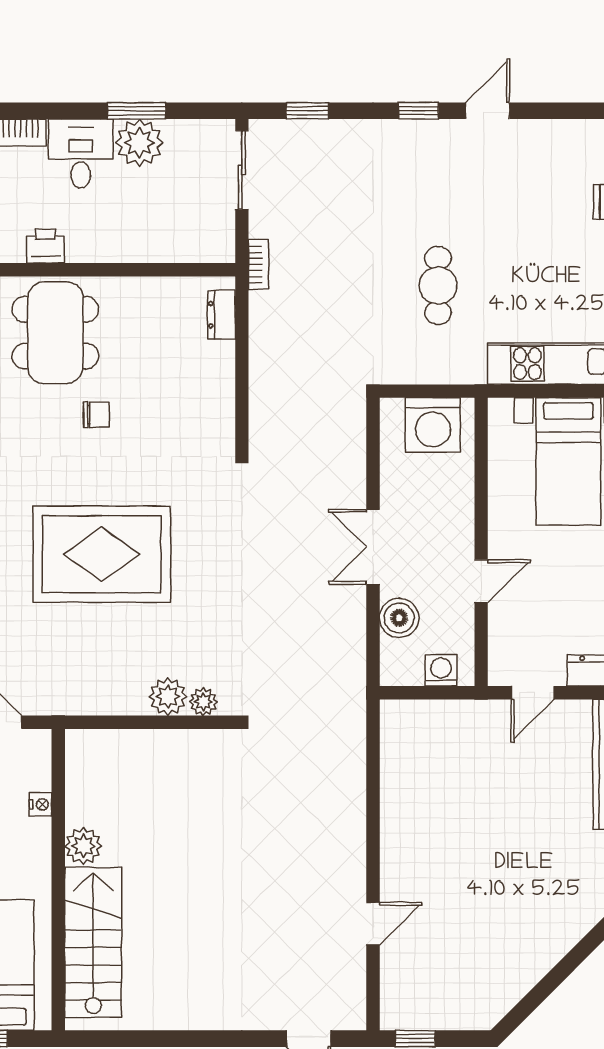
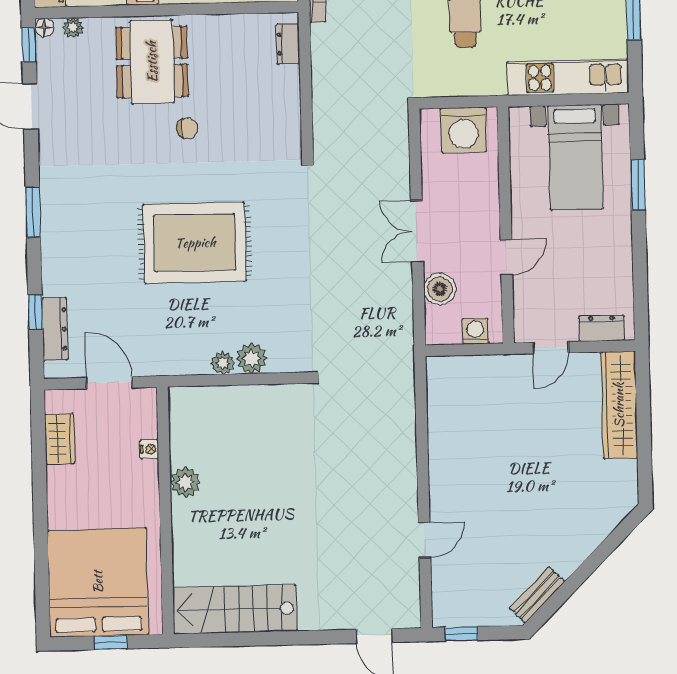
plant: (203, 702) -> (223, 363), moved
stairs: (93, 942) -> (235, 609), moved, turned -90
bench: (509, 993) -> (537, 595), added

